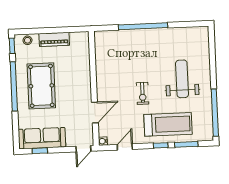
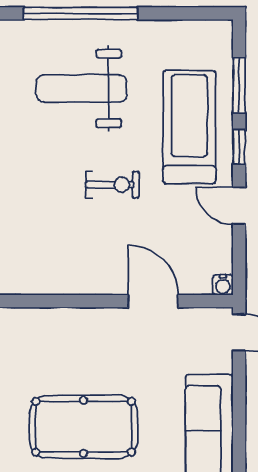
window: (215, 113) -> (81, 13), moved
door: (125, 147) -> (239, 206), moved
window: (40, 151) -> (239, 437), removed

